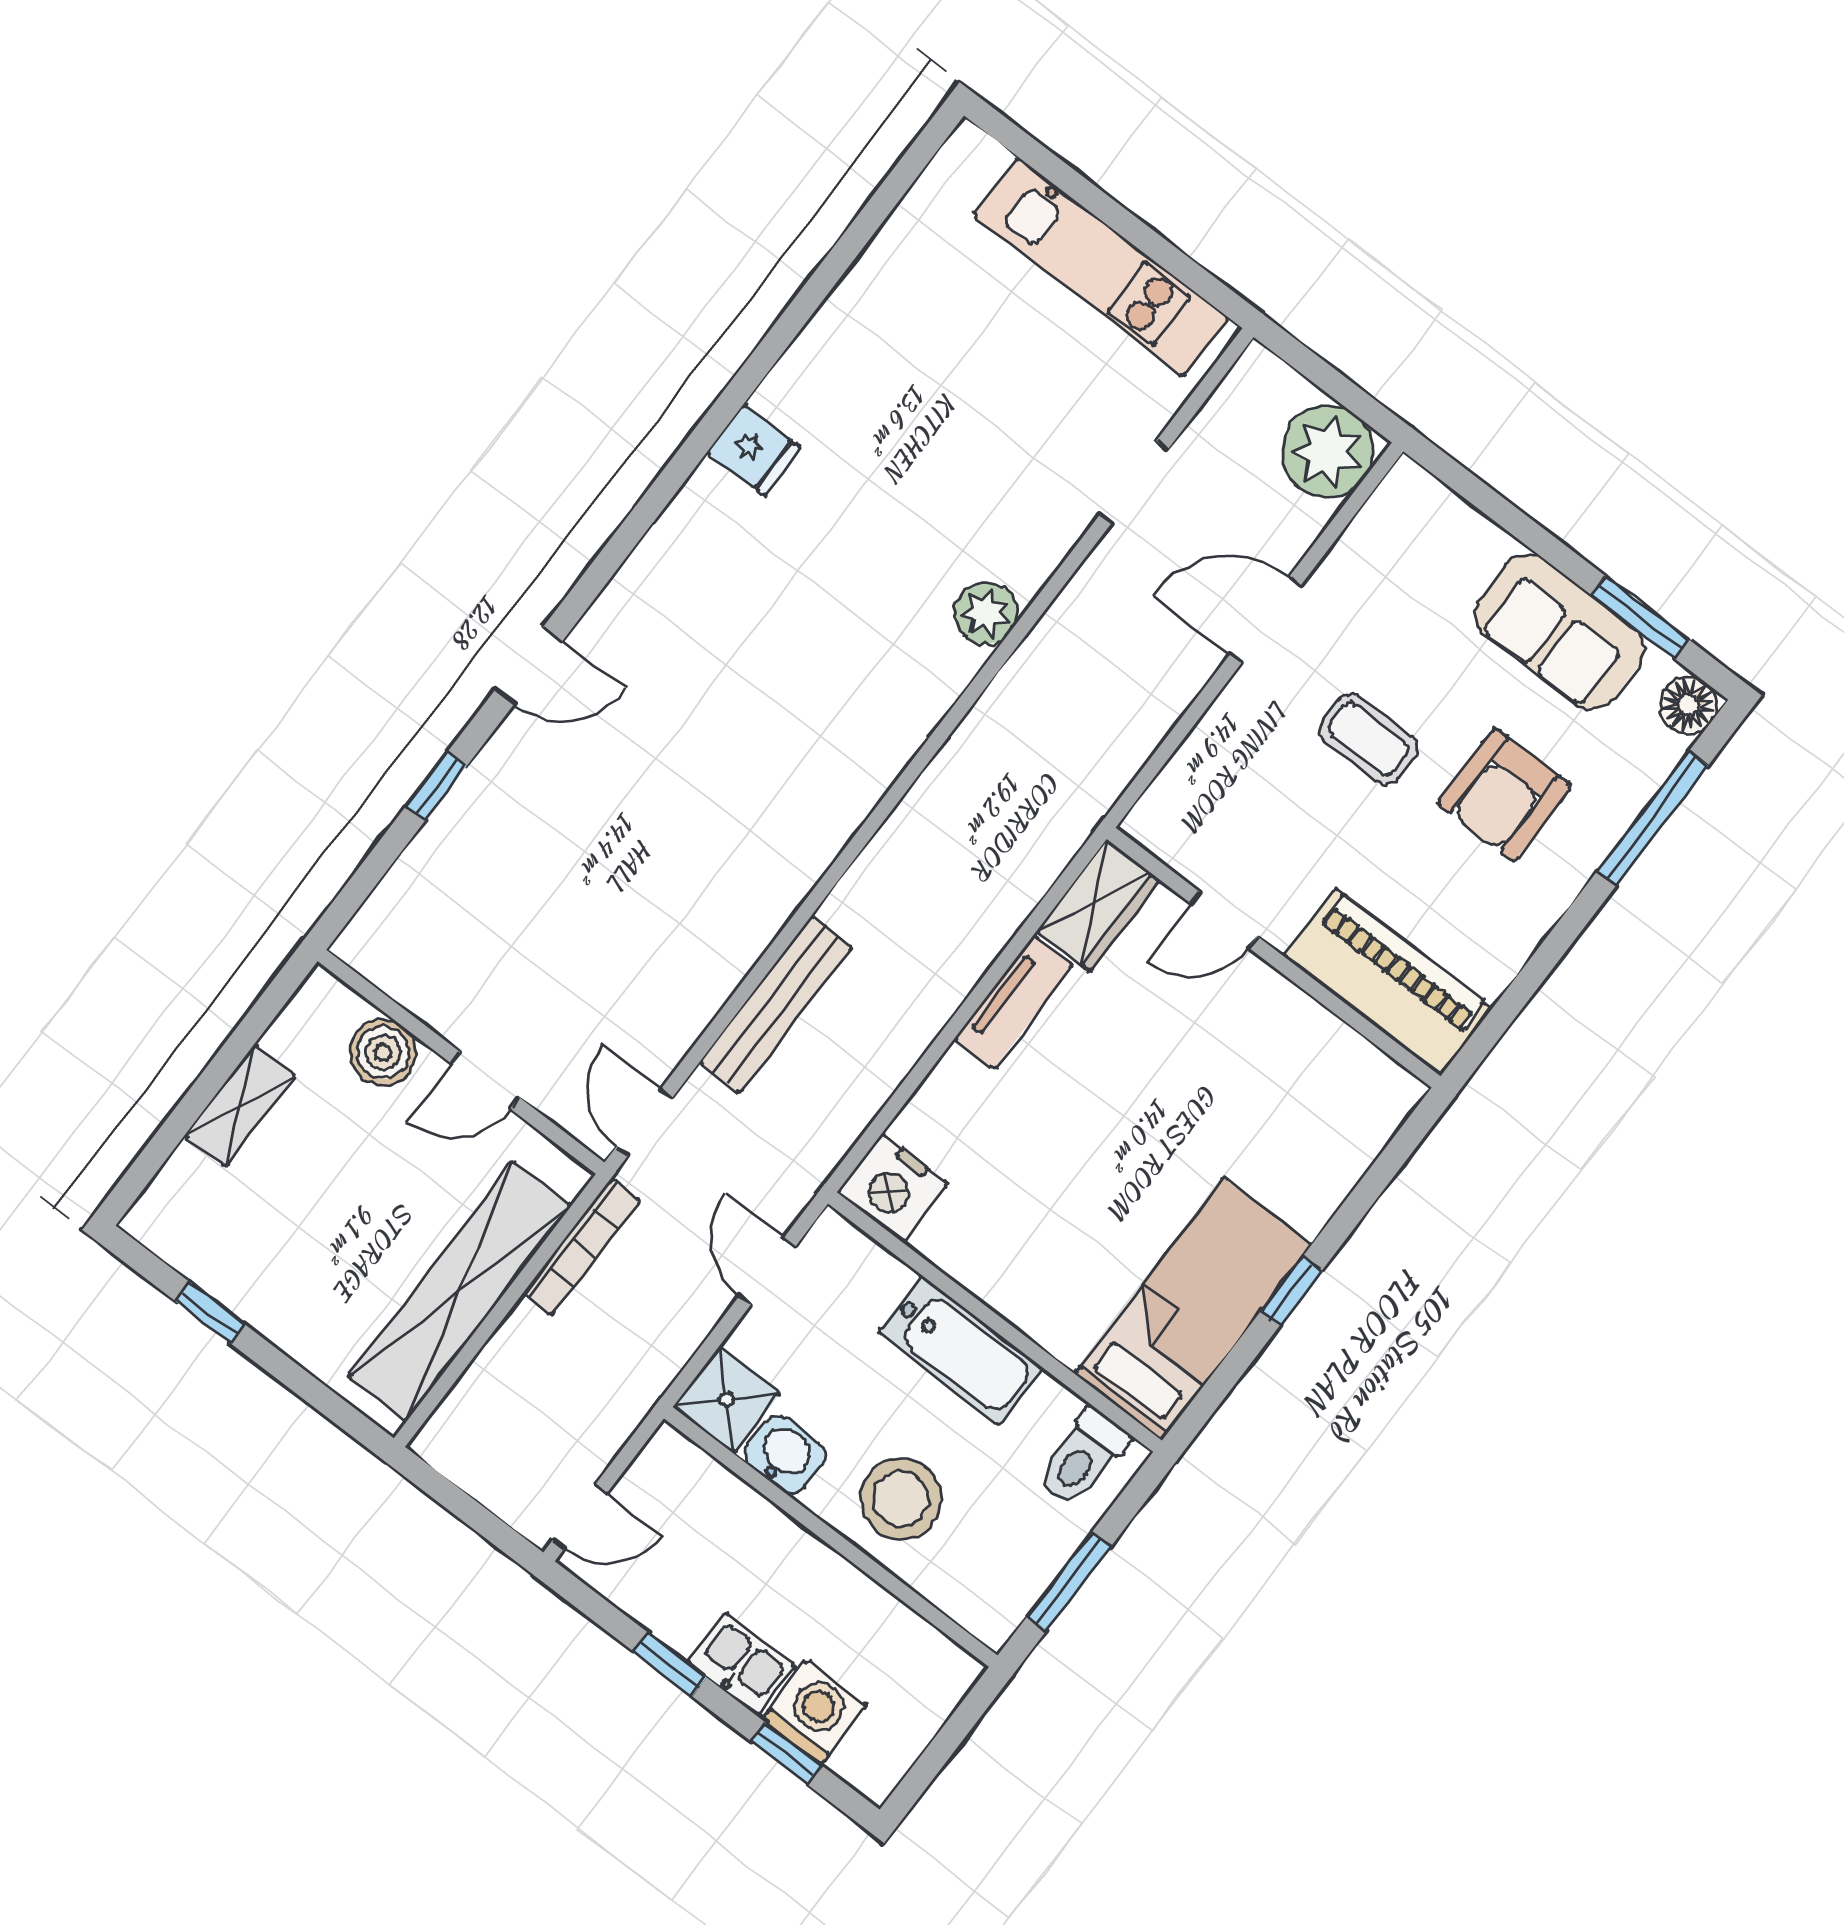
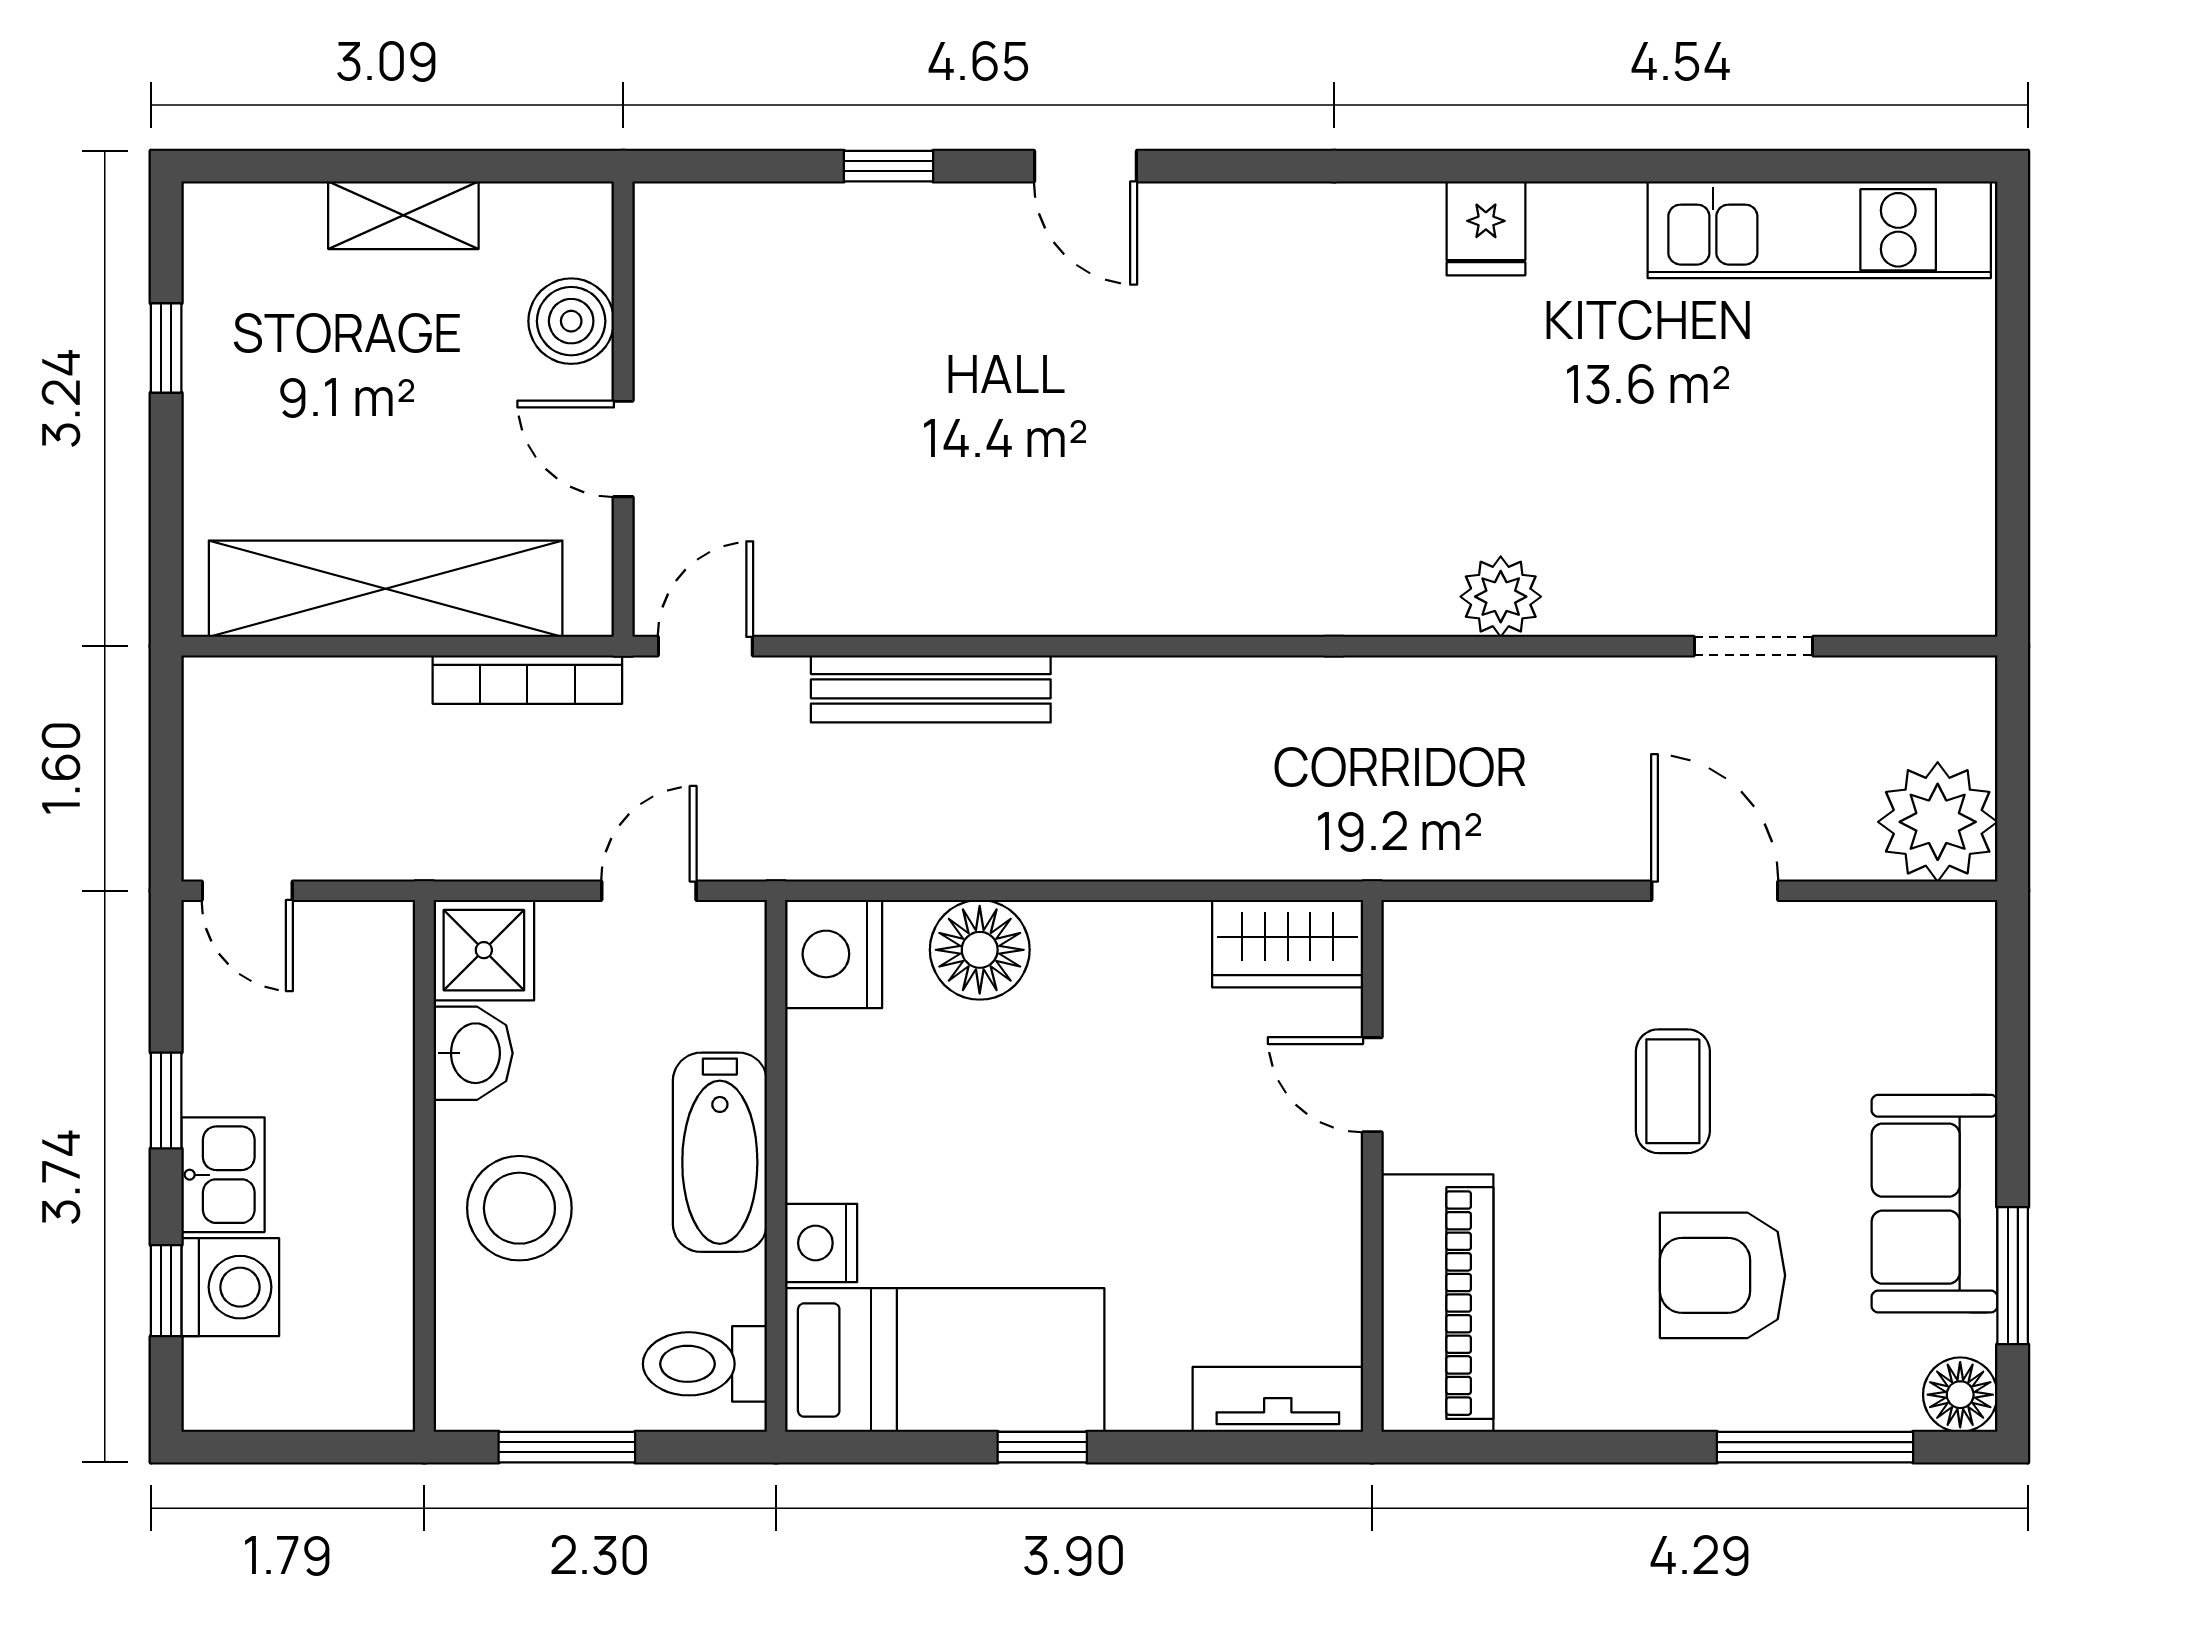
kitchen unit: (1101, 267) -> (1819, 230), moved, turned -90
tv unit: (1013, 1002) -> (1278, 1399), moved, turned 180
floor lamp: (958, 1097) -> (980, 950), added
nightstand: (1063, 1330) -> (821, 1243), added

